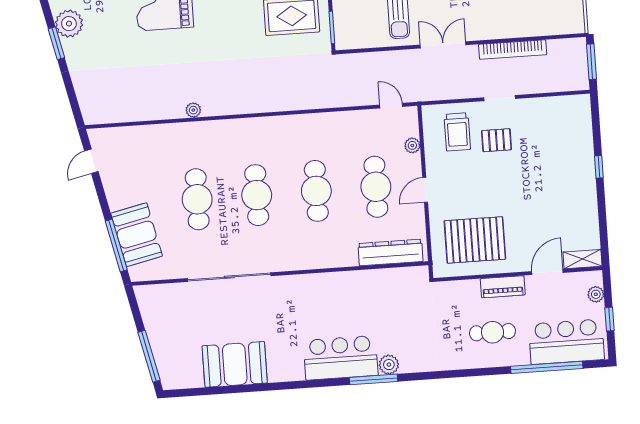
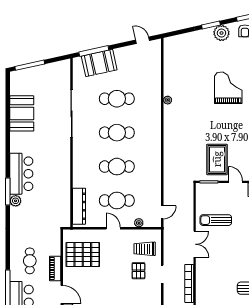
pallet: (475, 240) -> (83, 255), turned 90

